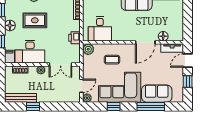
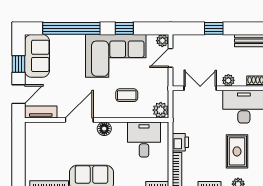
rug: (35, 20) -> (237, 151), turned 90
floor lamp: (163, 36) -> (104, 129), moved
printer: (74, 38) -> (180, 142), moved
sofa: (157, 94) -> (37, 56), moved, turned -90
window: (33, 107) -> (214, 28), moved
window: (151, 107) -> (71, 28), width x1.46

